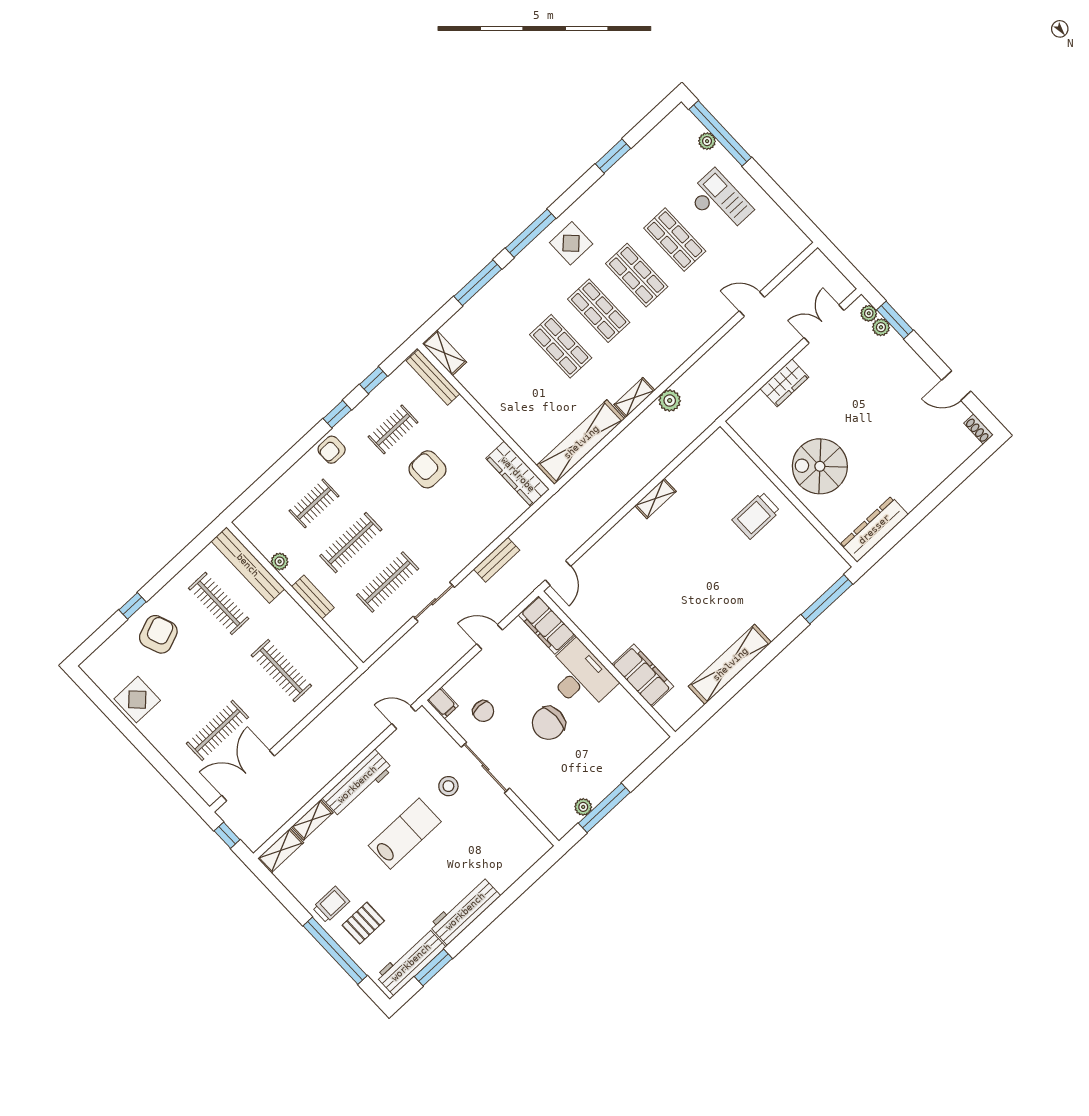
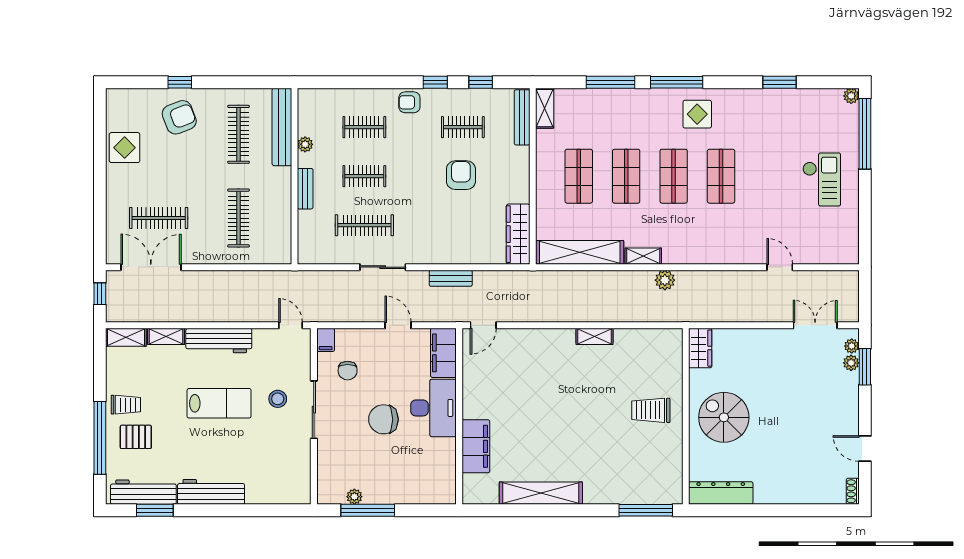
plant: (707, 141) -> (851, 96), moved
shop shelf: (675, 240) -> (579, 176), moved
wardrobe: (784, 383) -> (700, 348), moved, turned -90
clothes rail: (351, 543) -> (364, 176), width x0.73

